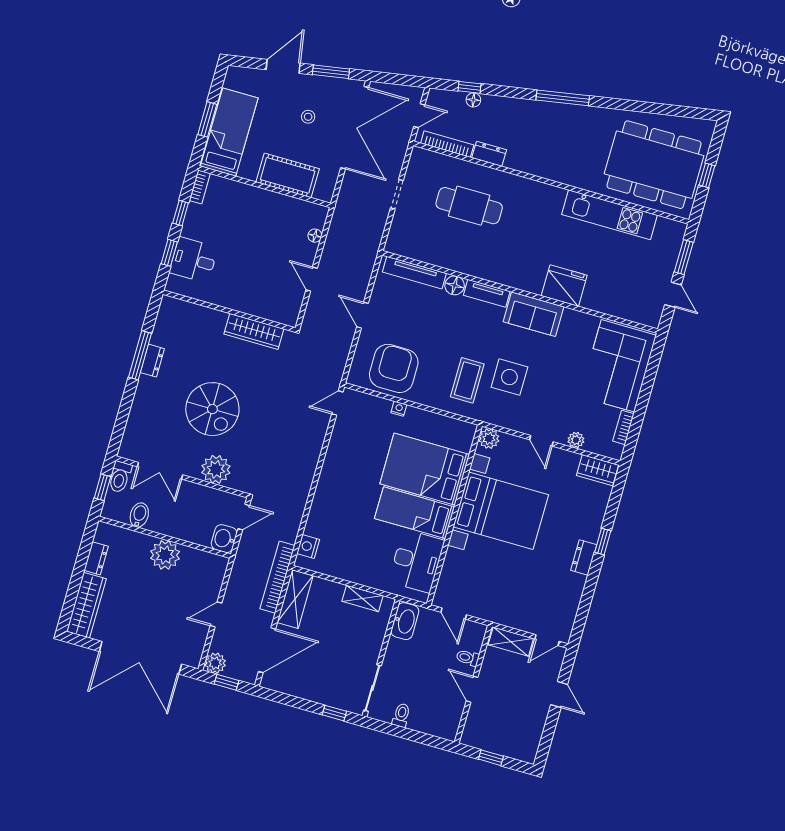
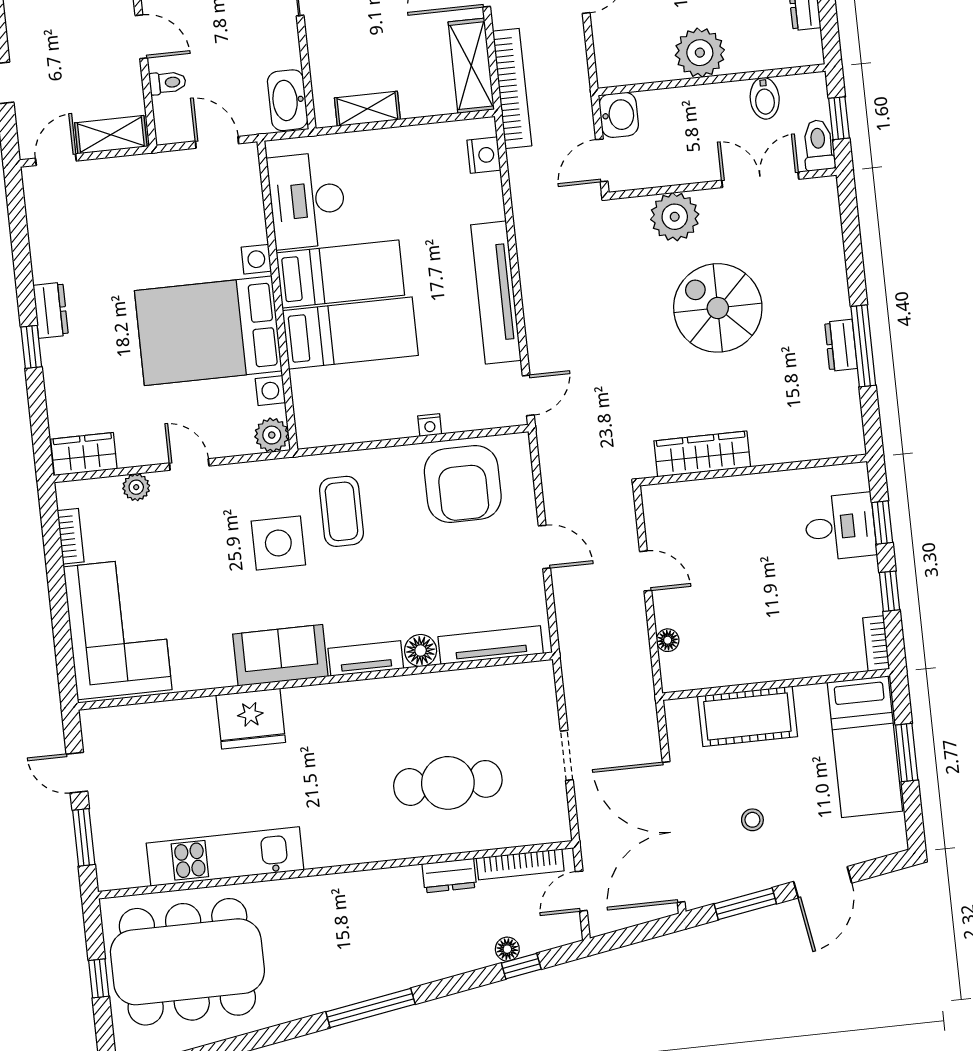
tv unit: (332, 467) -> (496, 293), added
bed: (425, 469) -> (350, 333), width x0.67

